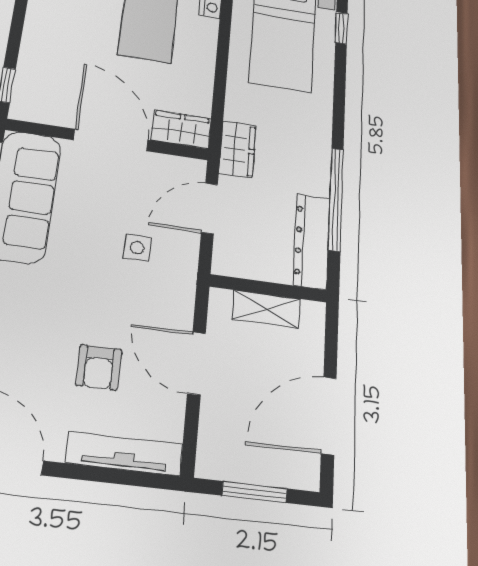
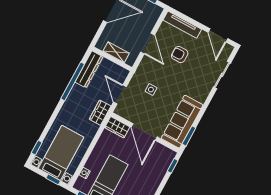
door: (210, 208) -> (120, 94), swing flipped
armchair: (99, 367) -> (180, 55), turned -90

